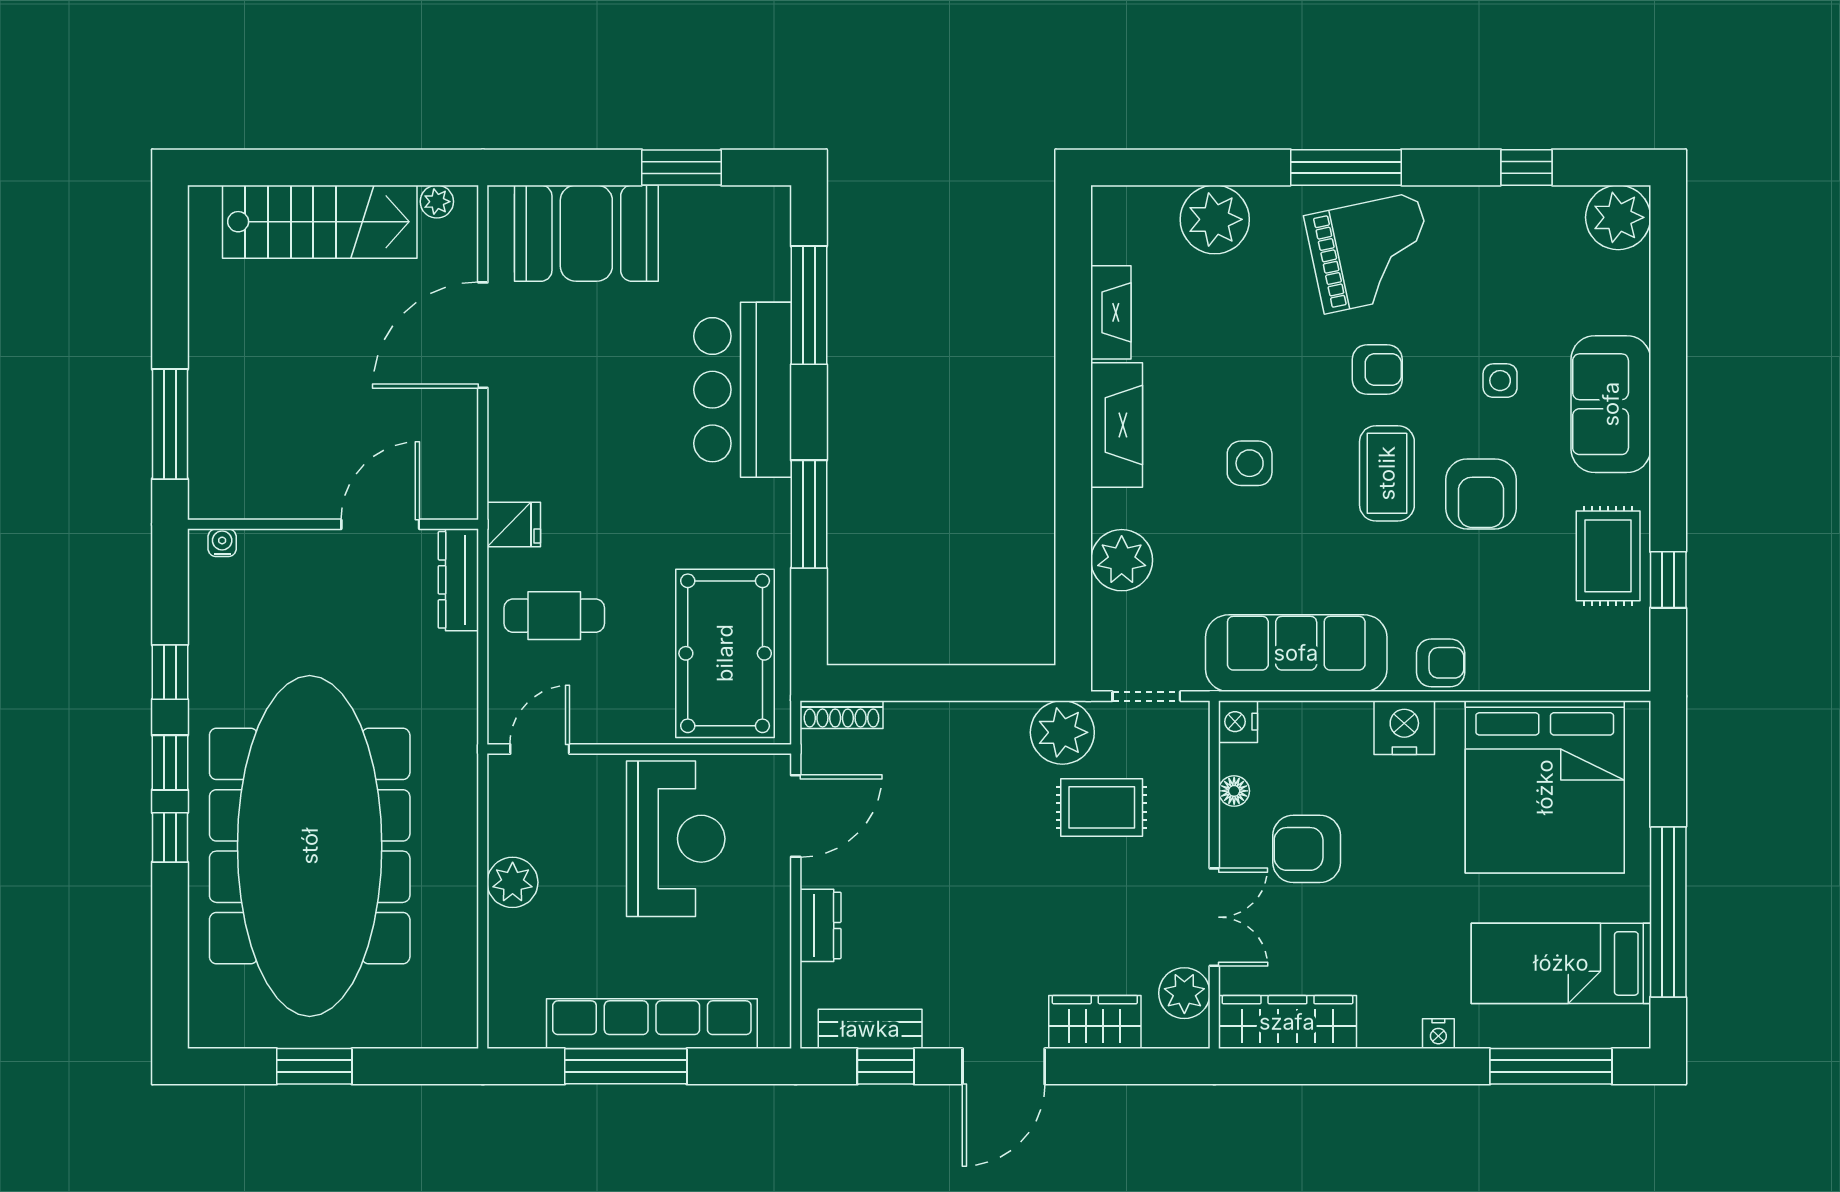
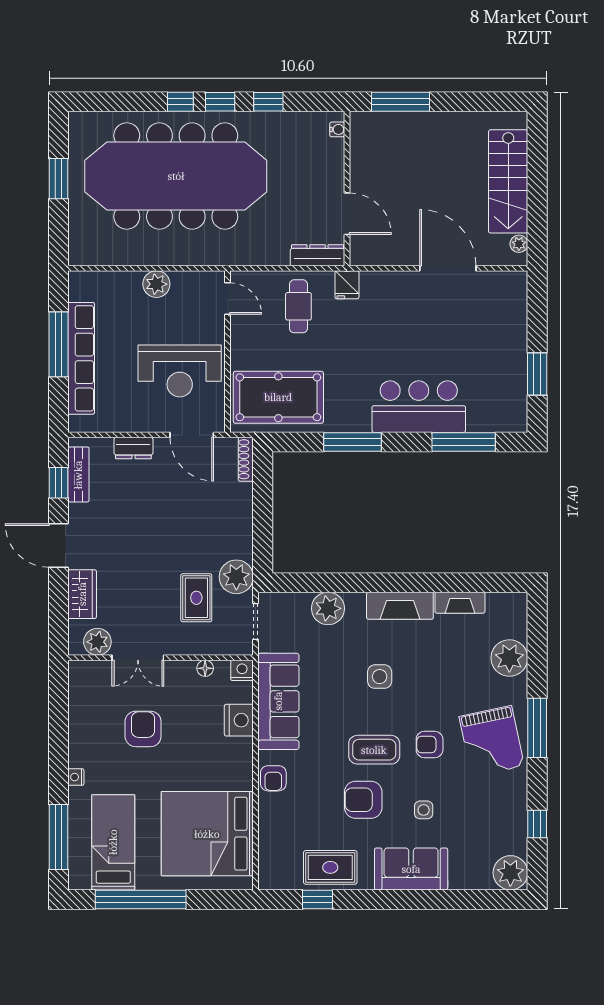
booth: (586, 233) -> (502, 323), removed
armchair: (1377, 370) -> (430, 744), turned 90
nightstand: (1404, 728) -> (239, 720), moved
armchair: (1307, 849) -> (143, 729), moved
wardrobe: (1287, 1022) -> (82, 697), removed

